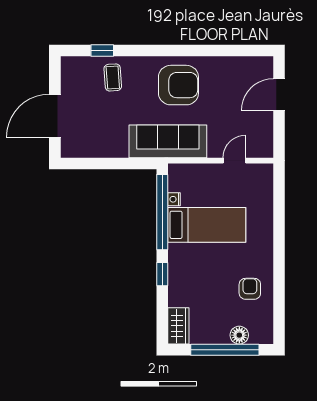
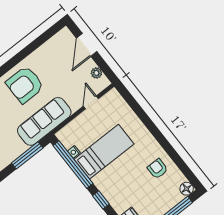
armchair: (178, 85) -> (25, 85), turned 180
plant: (266, 133) -> (96, 73), added
window: (121, 163) -> (27, 155), added
floor lamp: (239, 335) -> (187, 189), moved

